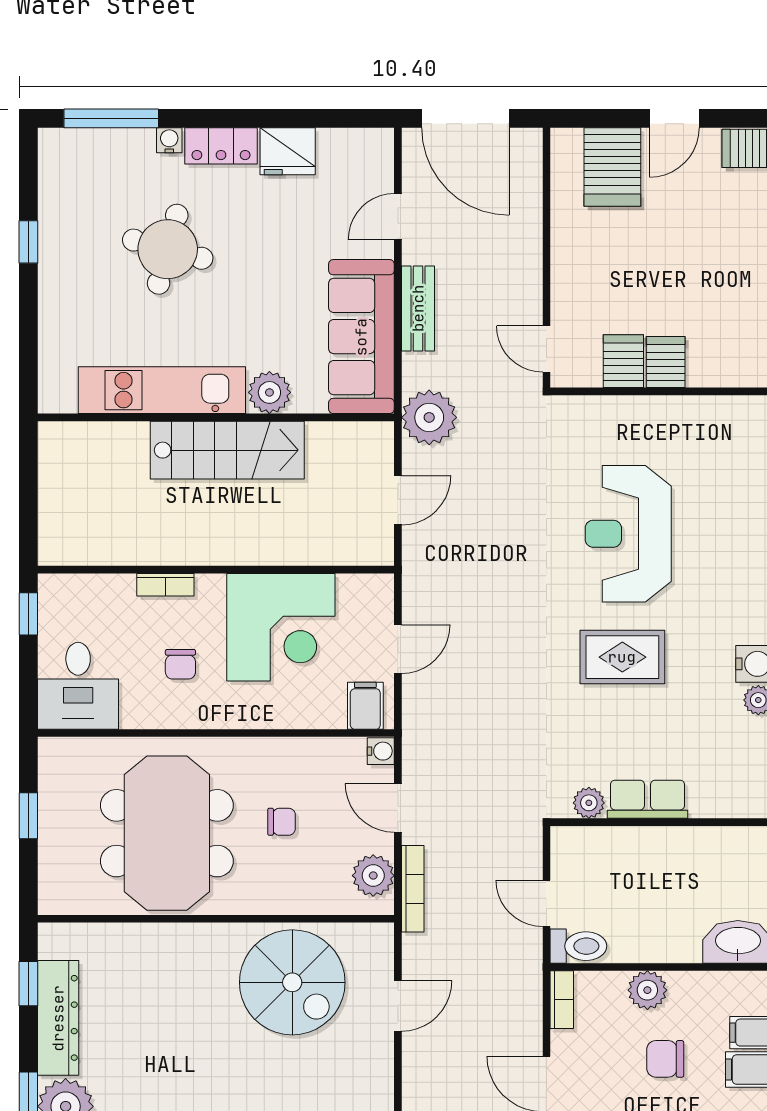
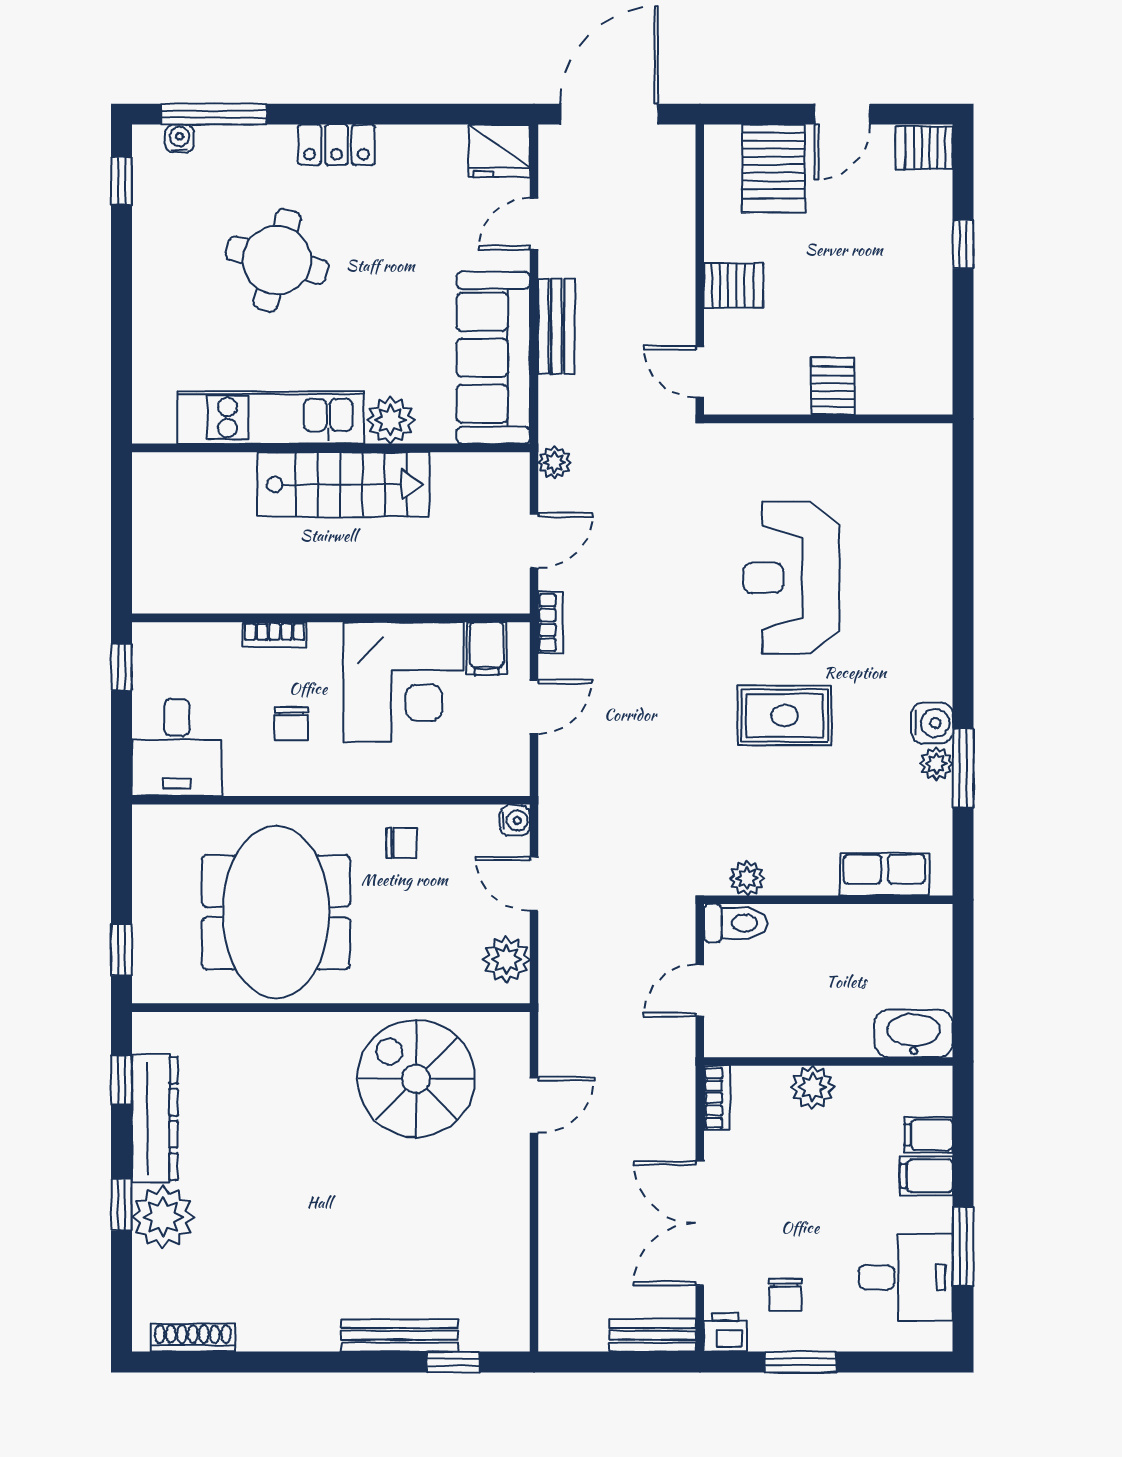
door: (465, 118) -> (609, 114), swing flipped
water cooler: (169, 140) -> (179, 139), moved
fridge: (288, 151) -> (499, 151), moved
window: (28, 242) -> (121, 181), moved
server rack: (623, 361) -> (734, 285), moved, turned 90
plant: (429, 417) -> (555, 462), width x0.53, depth x0.53
filing cabinet: (365, 706) -> (487, 648), moved, turned 180
row of seats: (647, 799) -> (884, 874), moved
window: (28, 816) -> (121, 949), moved
chair: (281, 822) -> (401, 843), moved
bookcase: (413, 889) -> (551, 623), moved, width x0.64
door: (546, 903) -> (700, 991), hinge flipped
toilet: (578, 946) -> (736, 923), moved
spiral stairs: (292, 982) -> (416, 1079), turned 180
chair: (665, 1059) -> (832, 1164), removed

